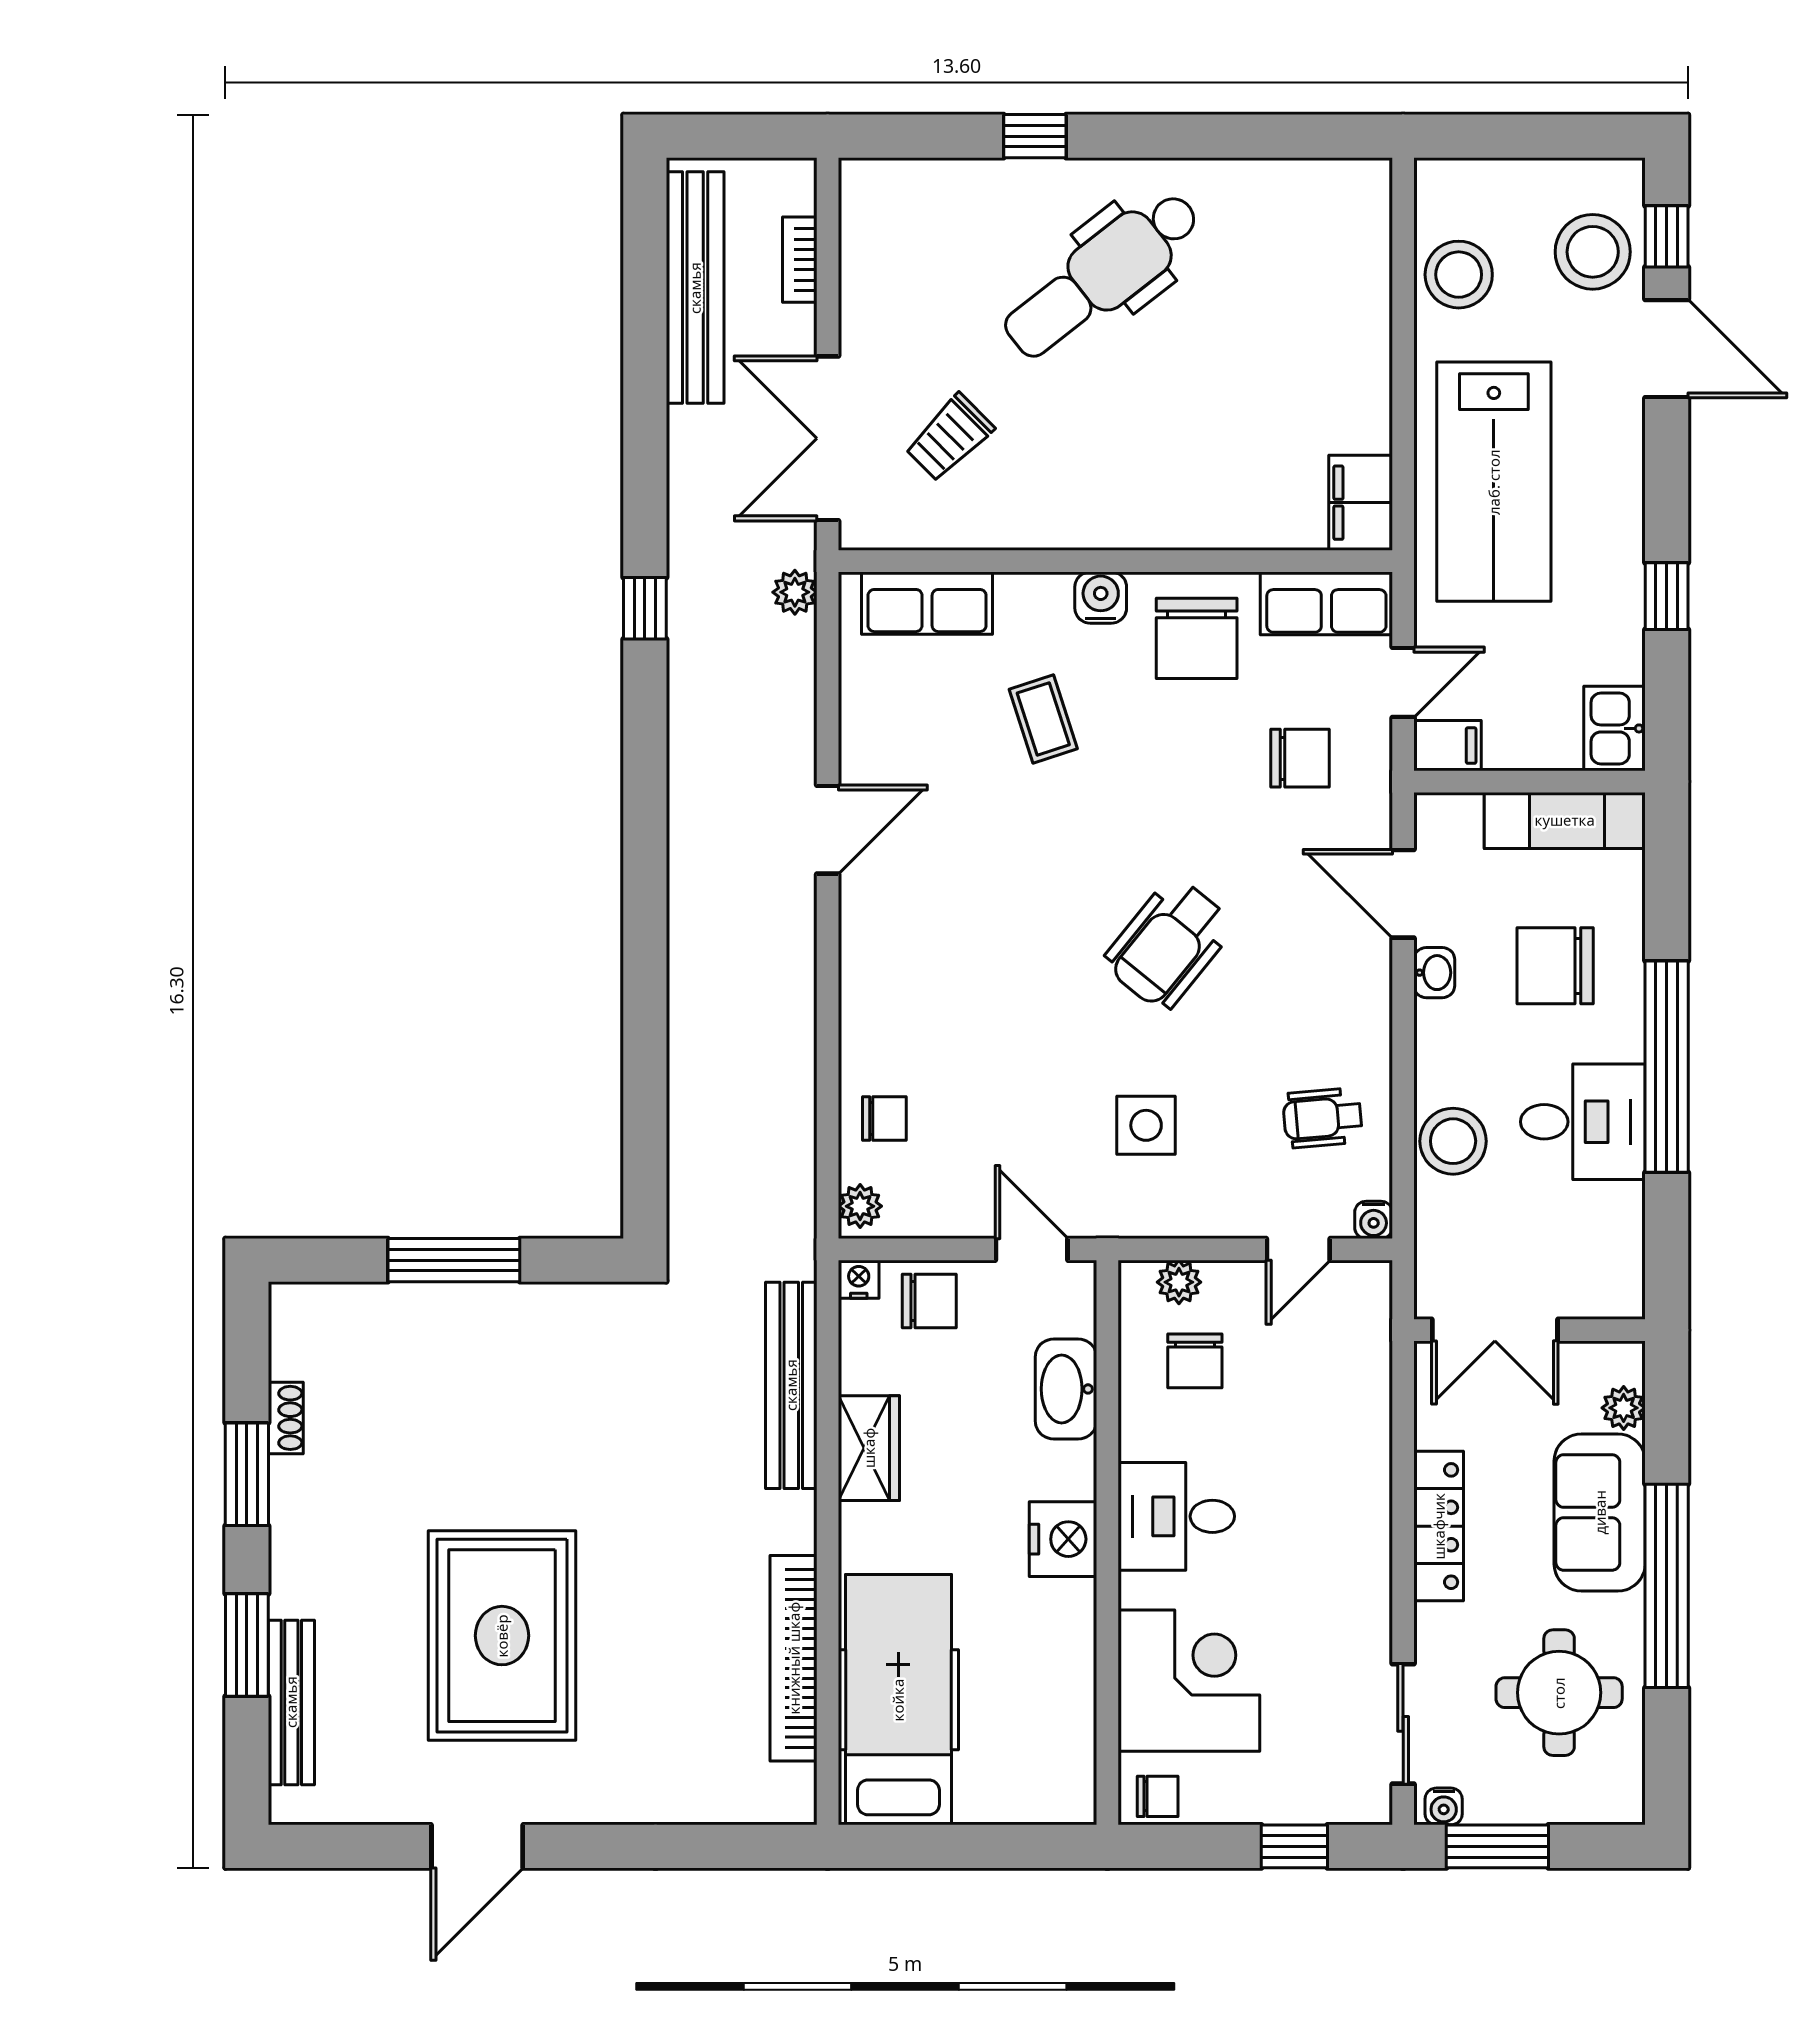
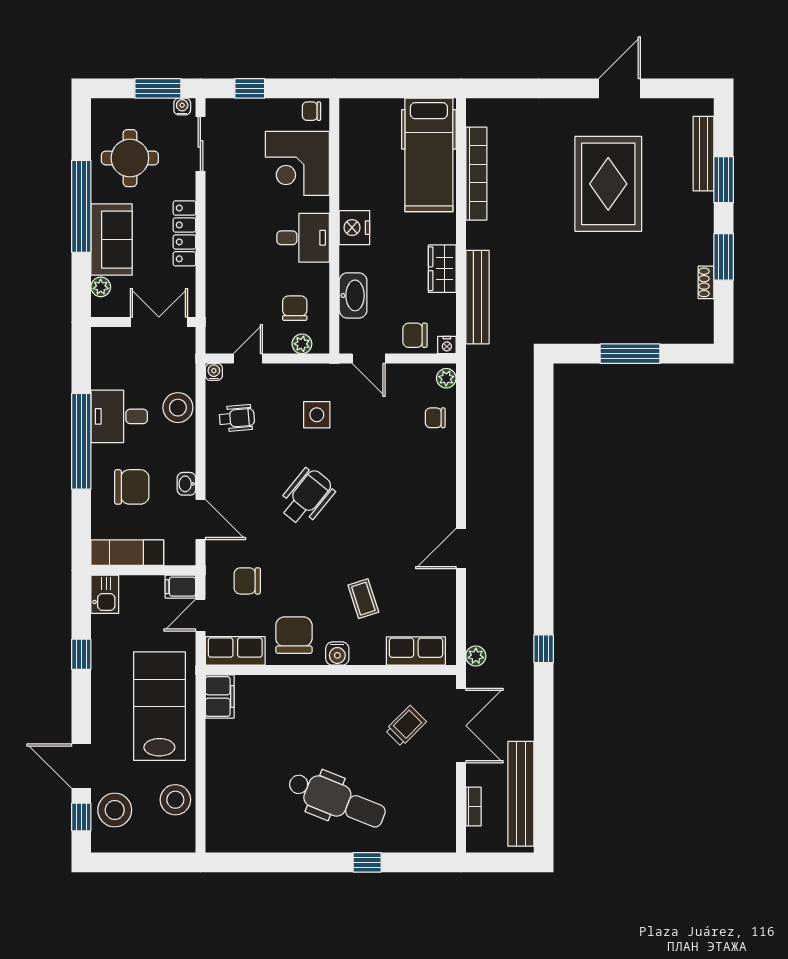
dental chair: (1102, 275) -> (337, 800), turned 60

